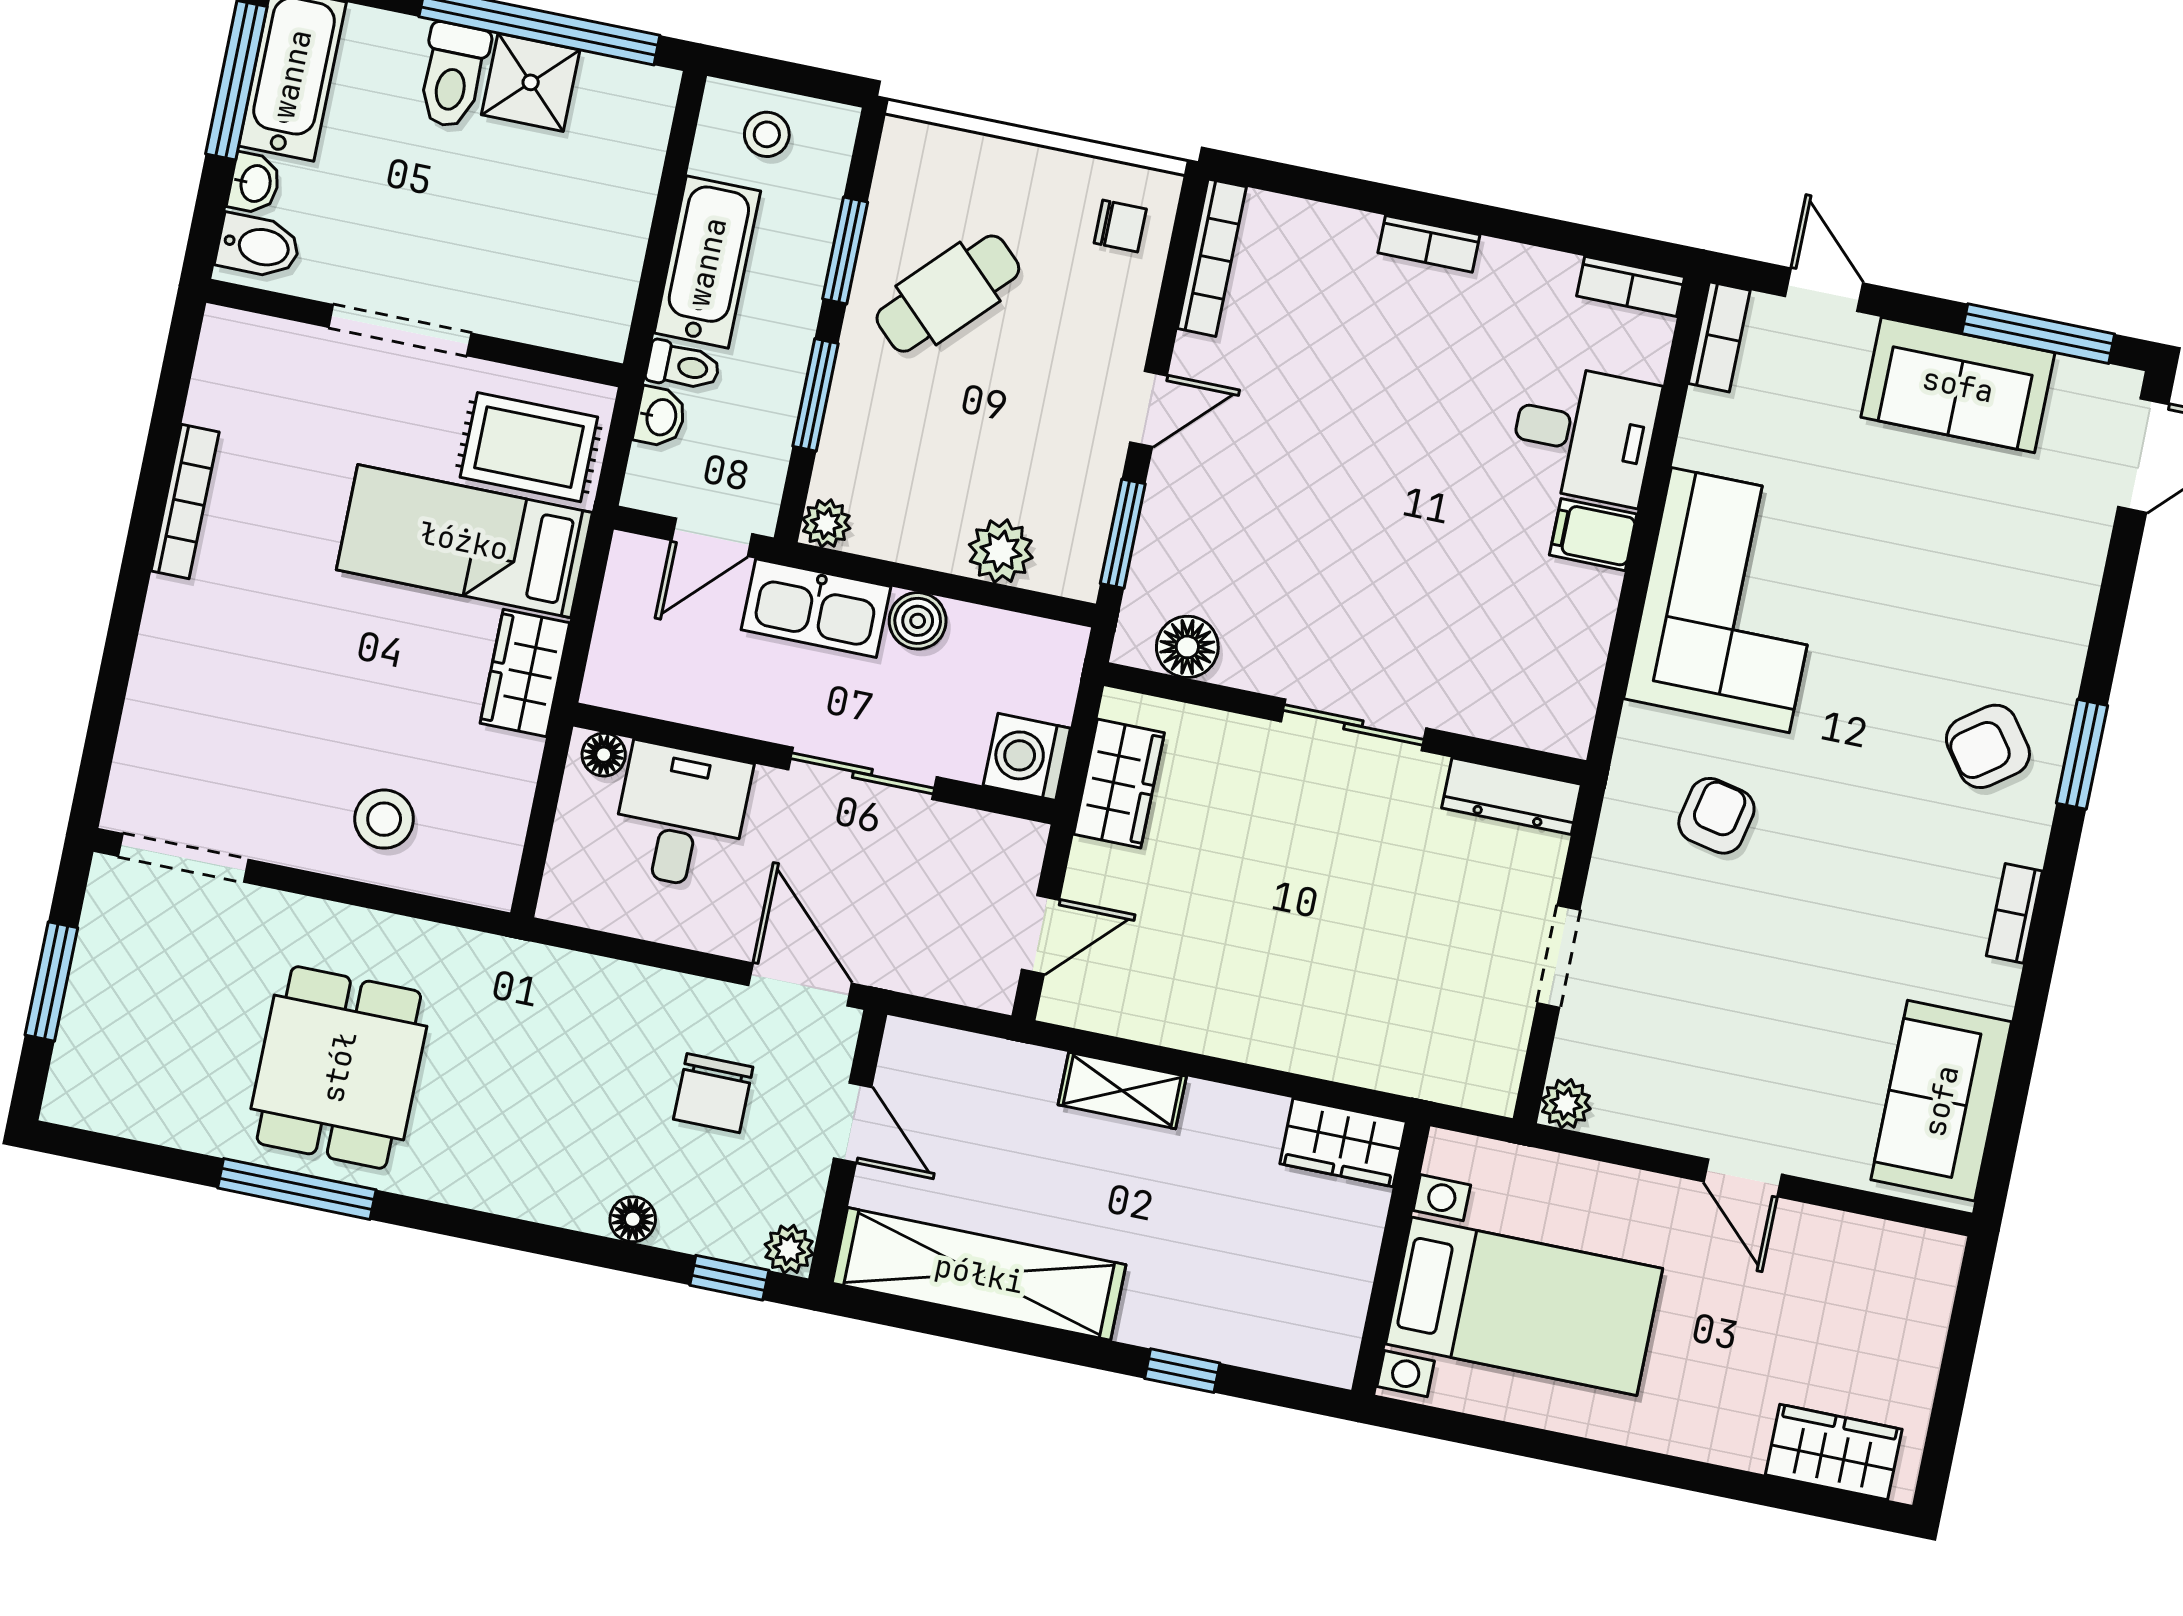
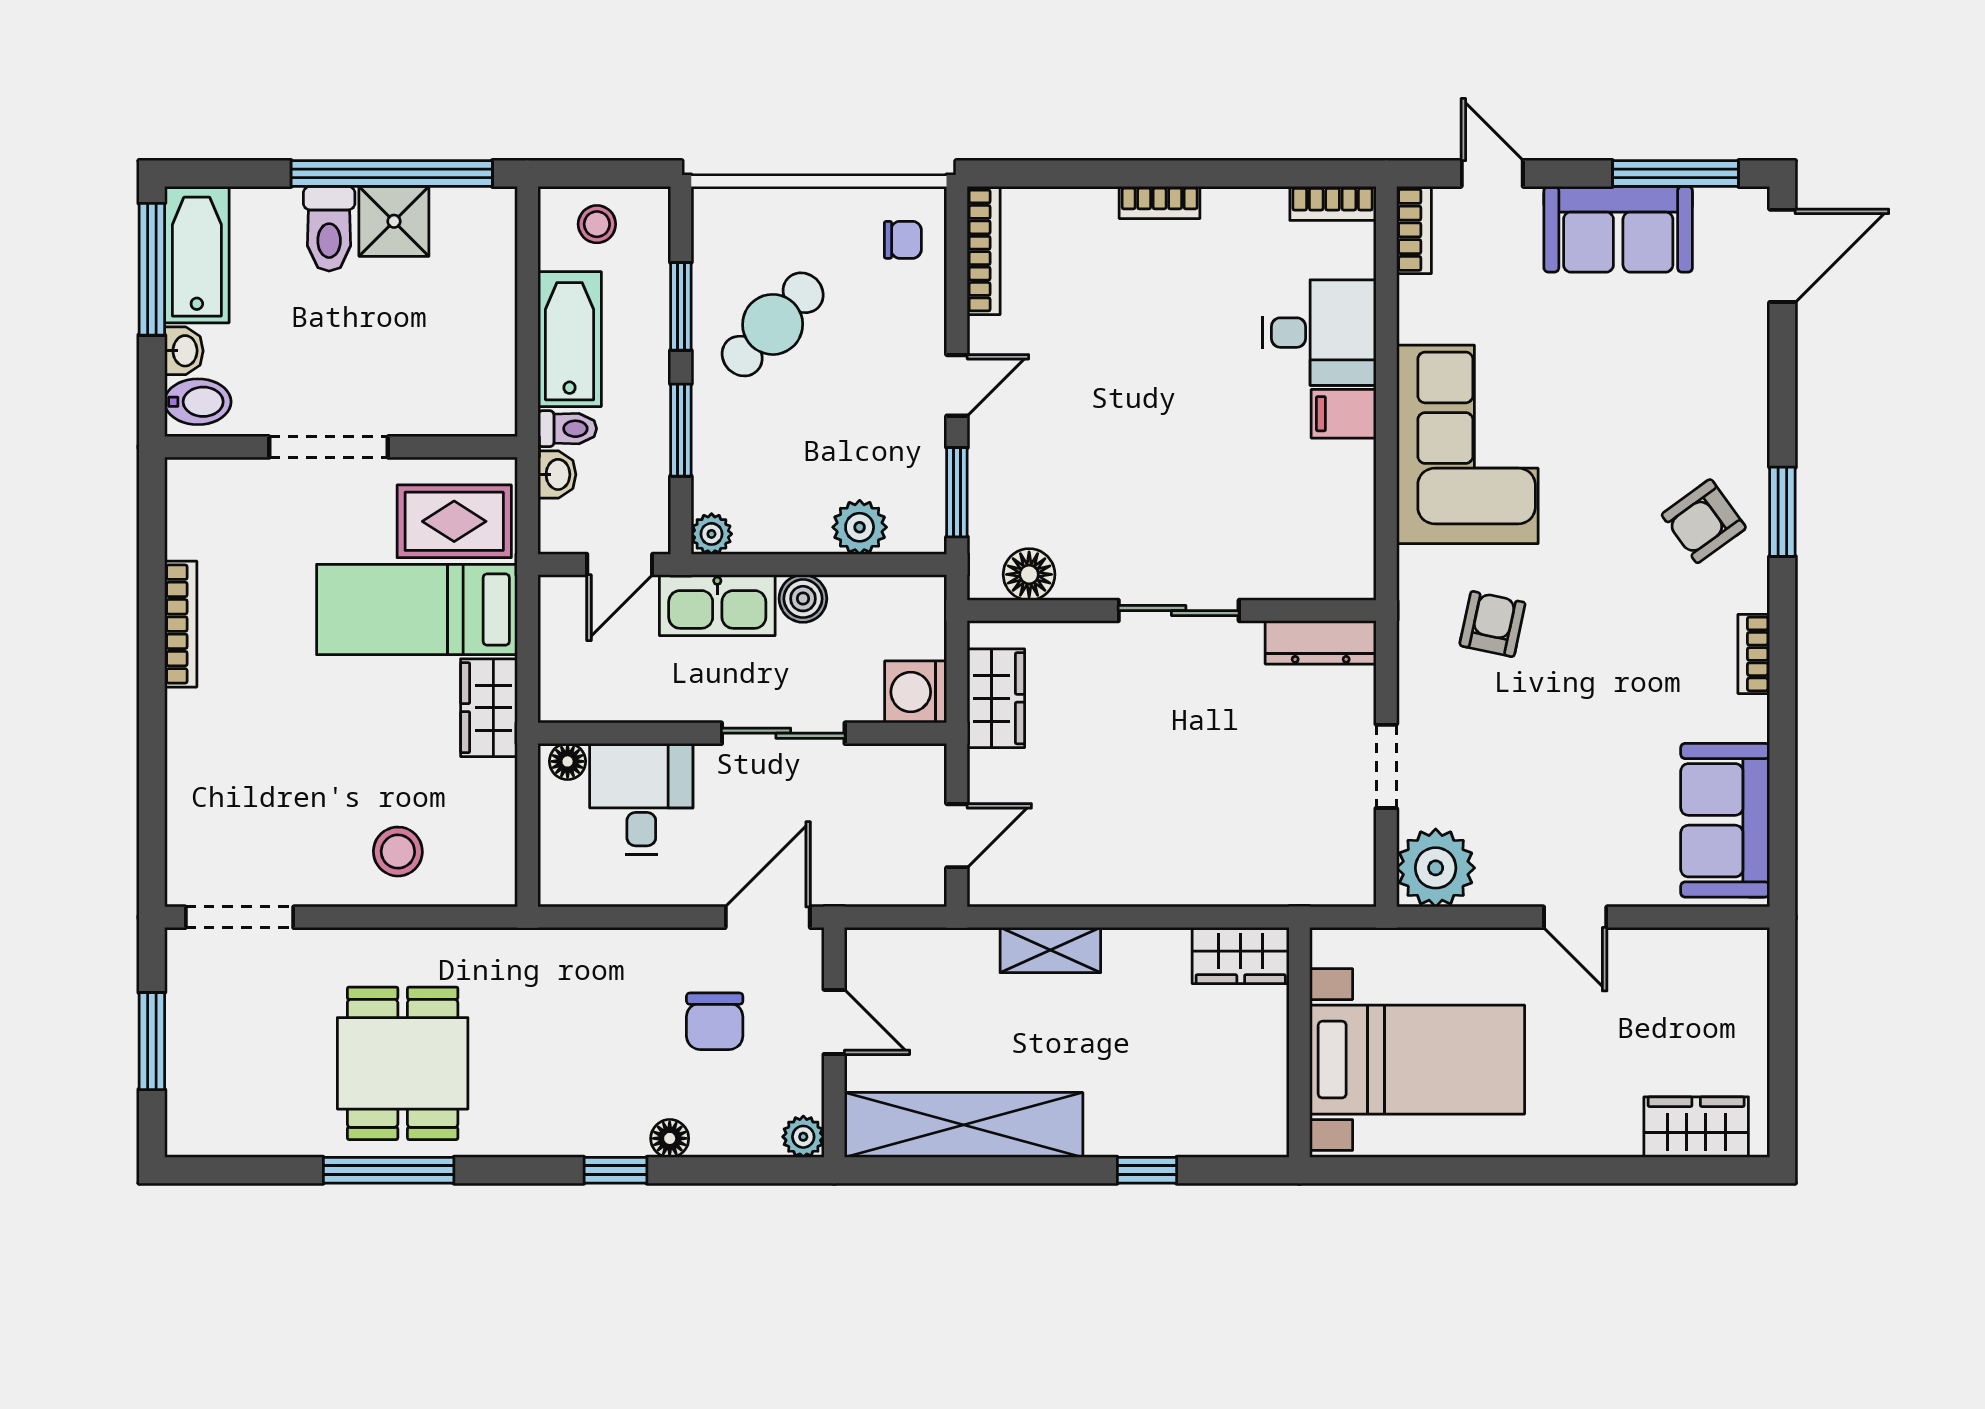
door: (800, 984) -> (768, 917), hinge flipped
plant: (1566, 1104) -> (1436, 868), width x1.88, depth x1.88
window: (729, 1278) -> (615, 1170), moved

